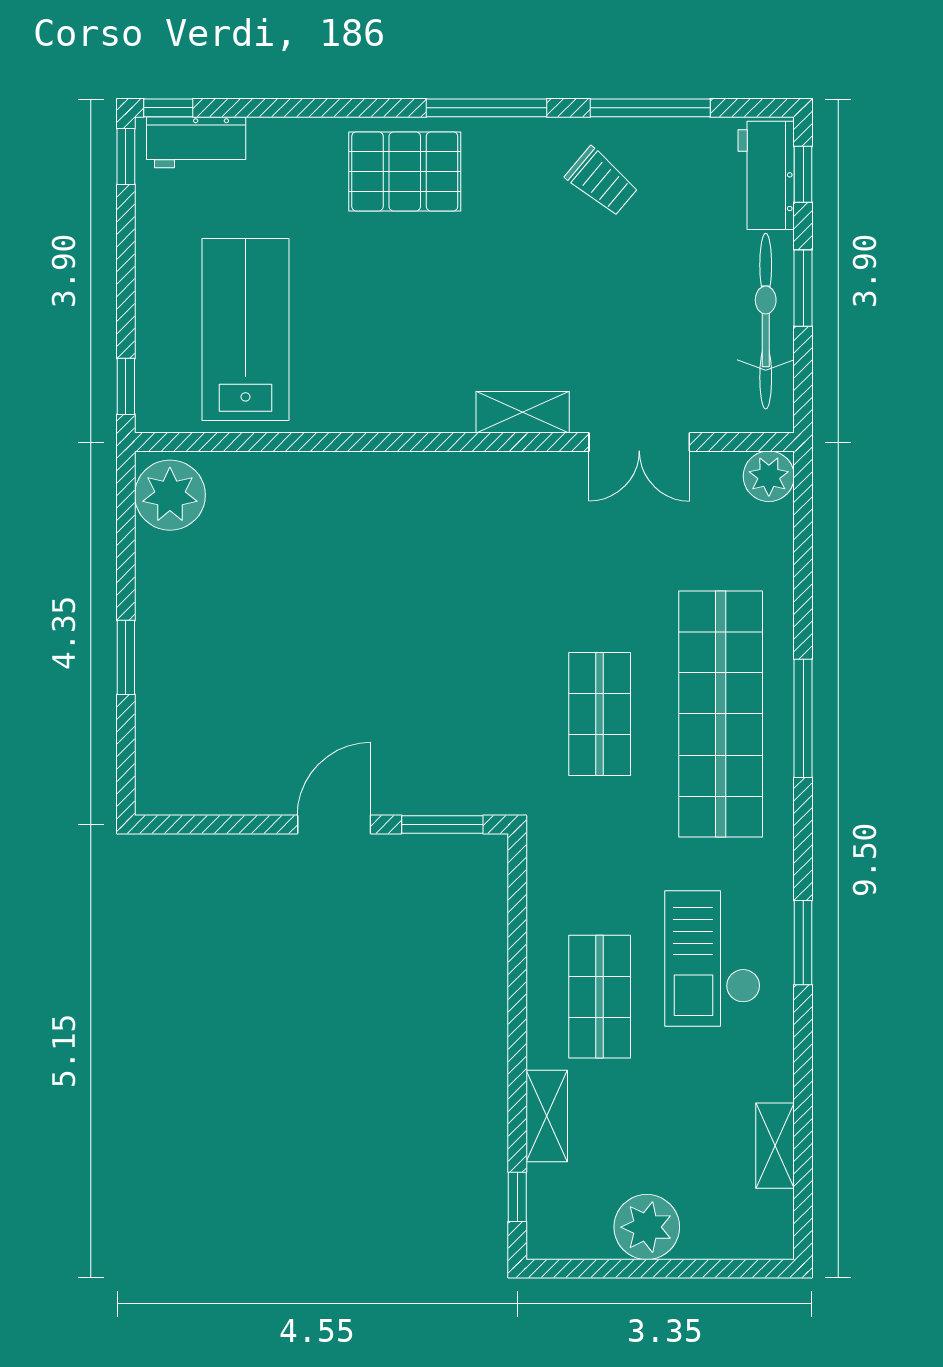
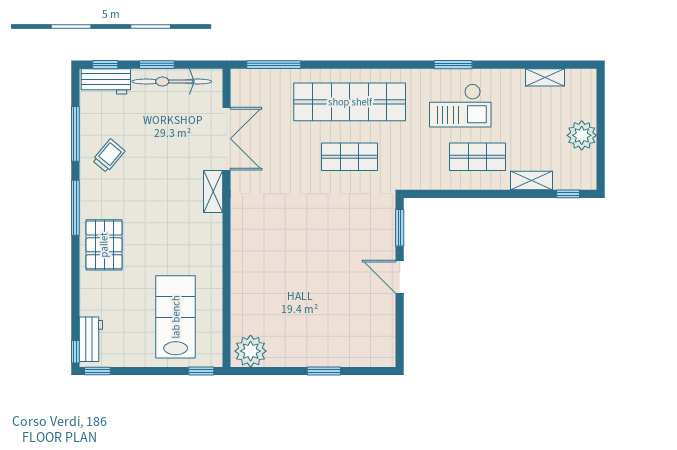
lab bench: (245, 329) -> (176, 317), turned 90
double door: (639, 442) -> (227, 139), width x1.37
plant: (769, 476) -> (242, 80), removed
window: (803, 718) -> (274, 65), moved

